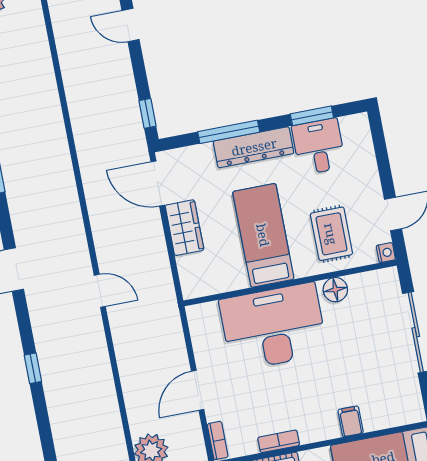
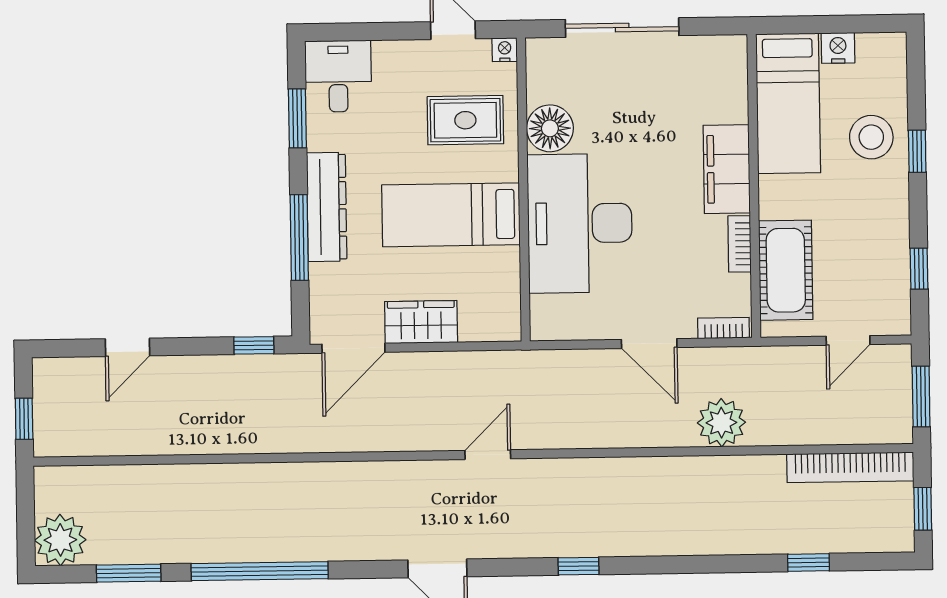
desk: (319, 147) -> (338, 76), moved, turned 90
floor lamp: (335, 290) -> (550, 128), width x1.38, depth x1.38
filing cabinet: (351, 421) -> (727, 169), width x3.00, depth x1.17

